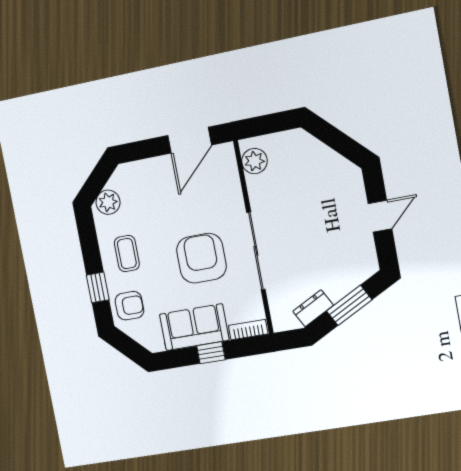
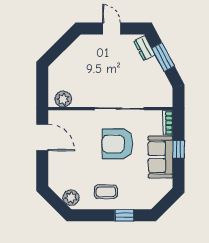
armchair: (129, 306) -> (140, 197), removed
dresser: (313, 308) -> (145, 48), moved

